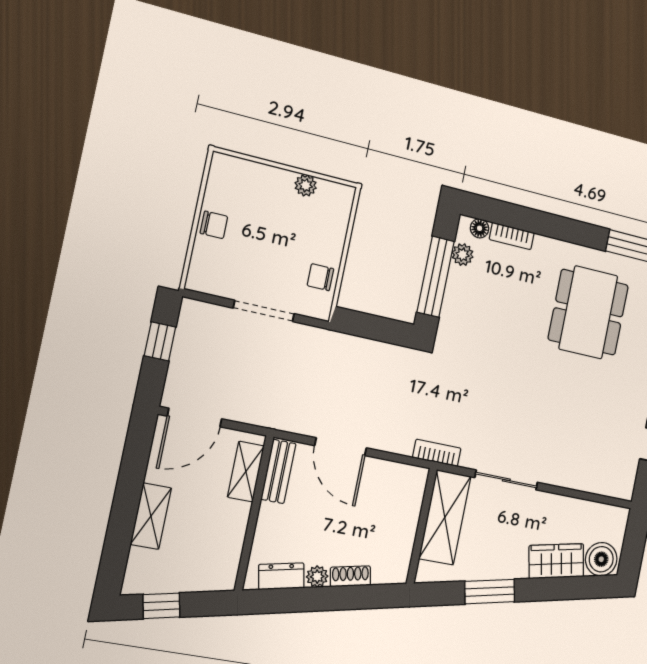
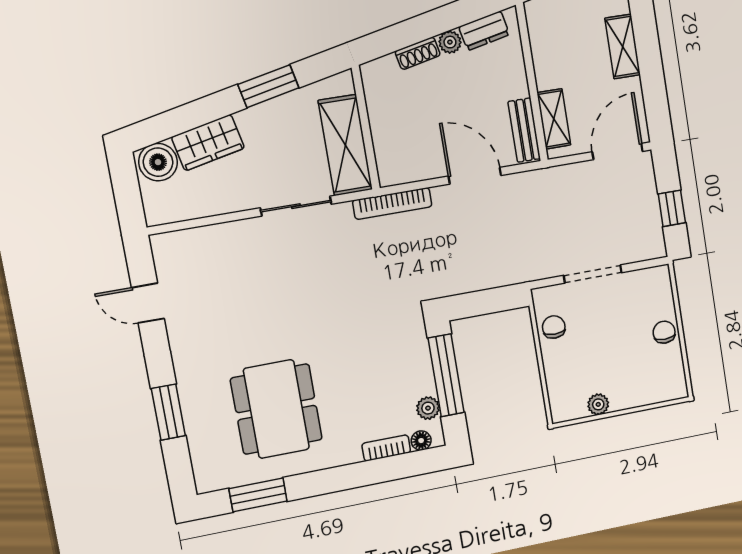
chair: (214, 225) -> (664, 332), turned 90
chair: (320, 277) -> (554, 327), turned -90
bookcase: (437, 453) -> (392, 203), width x1.56

